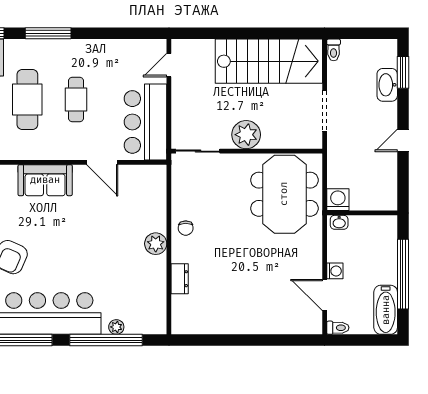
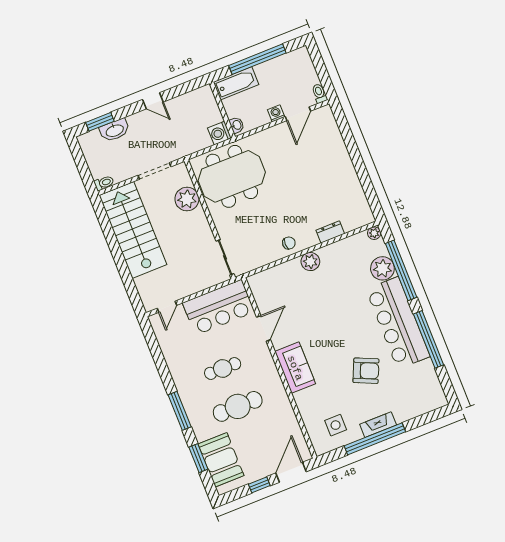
door: (169, 65) -> (167, 307), hinge flipped
plant: (246, 135) -> (187, 199), moved
bathtub: (386, 310) -> (236, 83), moved
plant: (116, 327) -> (382, 268), width x1.88, depth x1.88
plant: (159, 327) -> (374, 233), added

